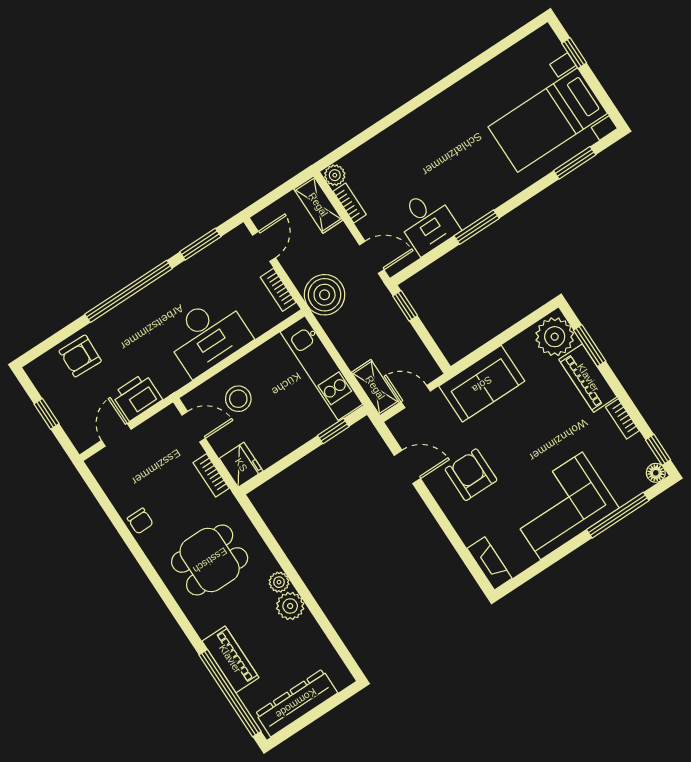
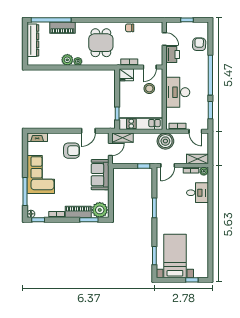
desk: (427, 222) -> (197, 193), moved, turned 180

